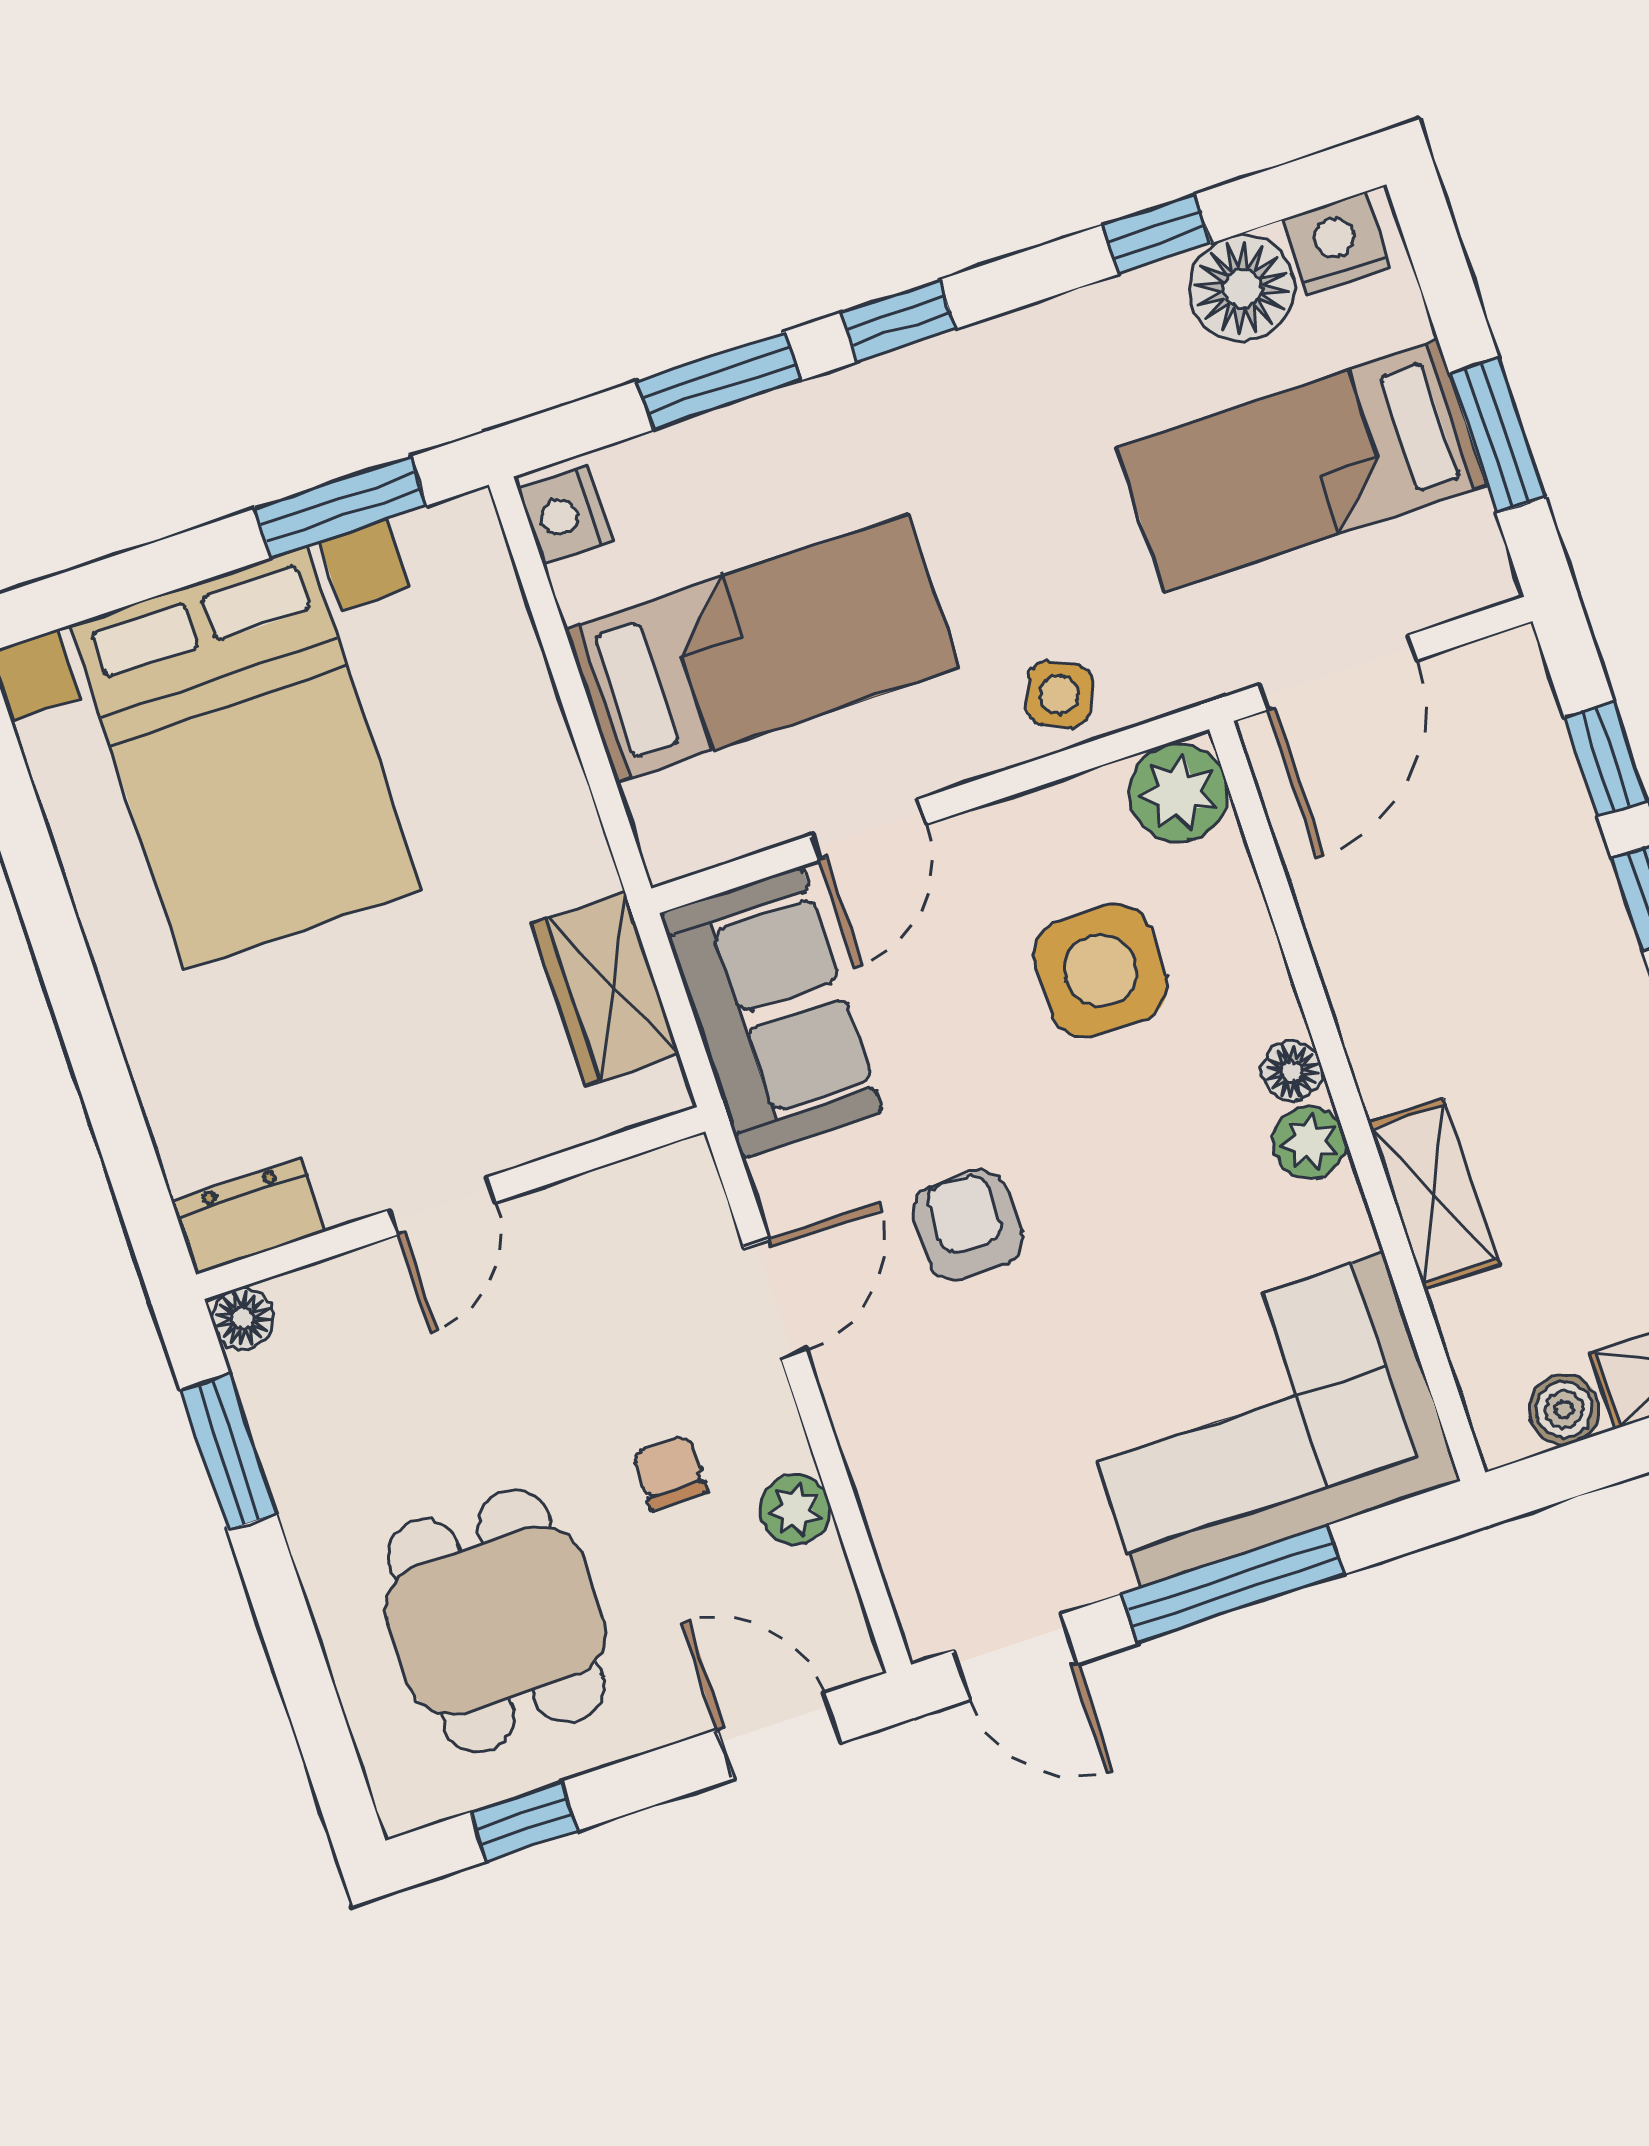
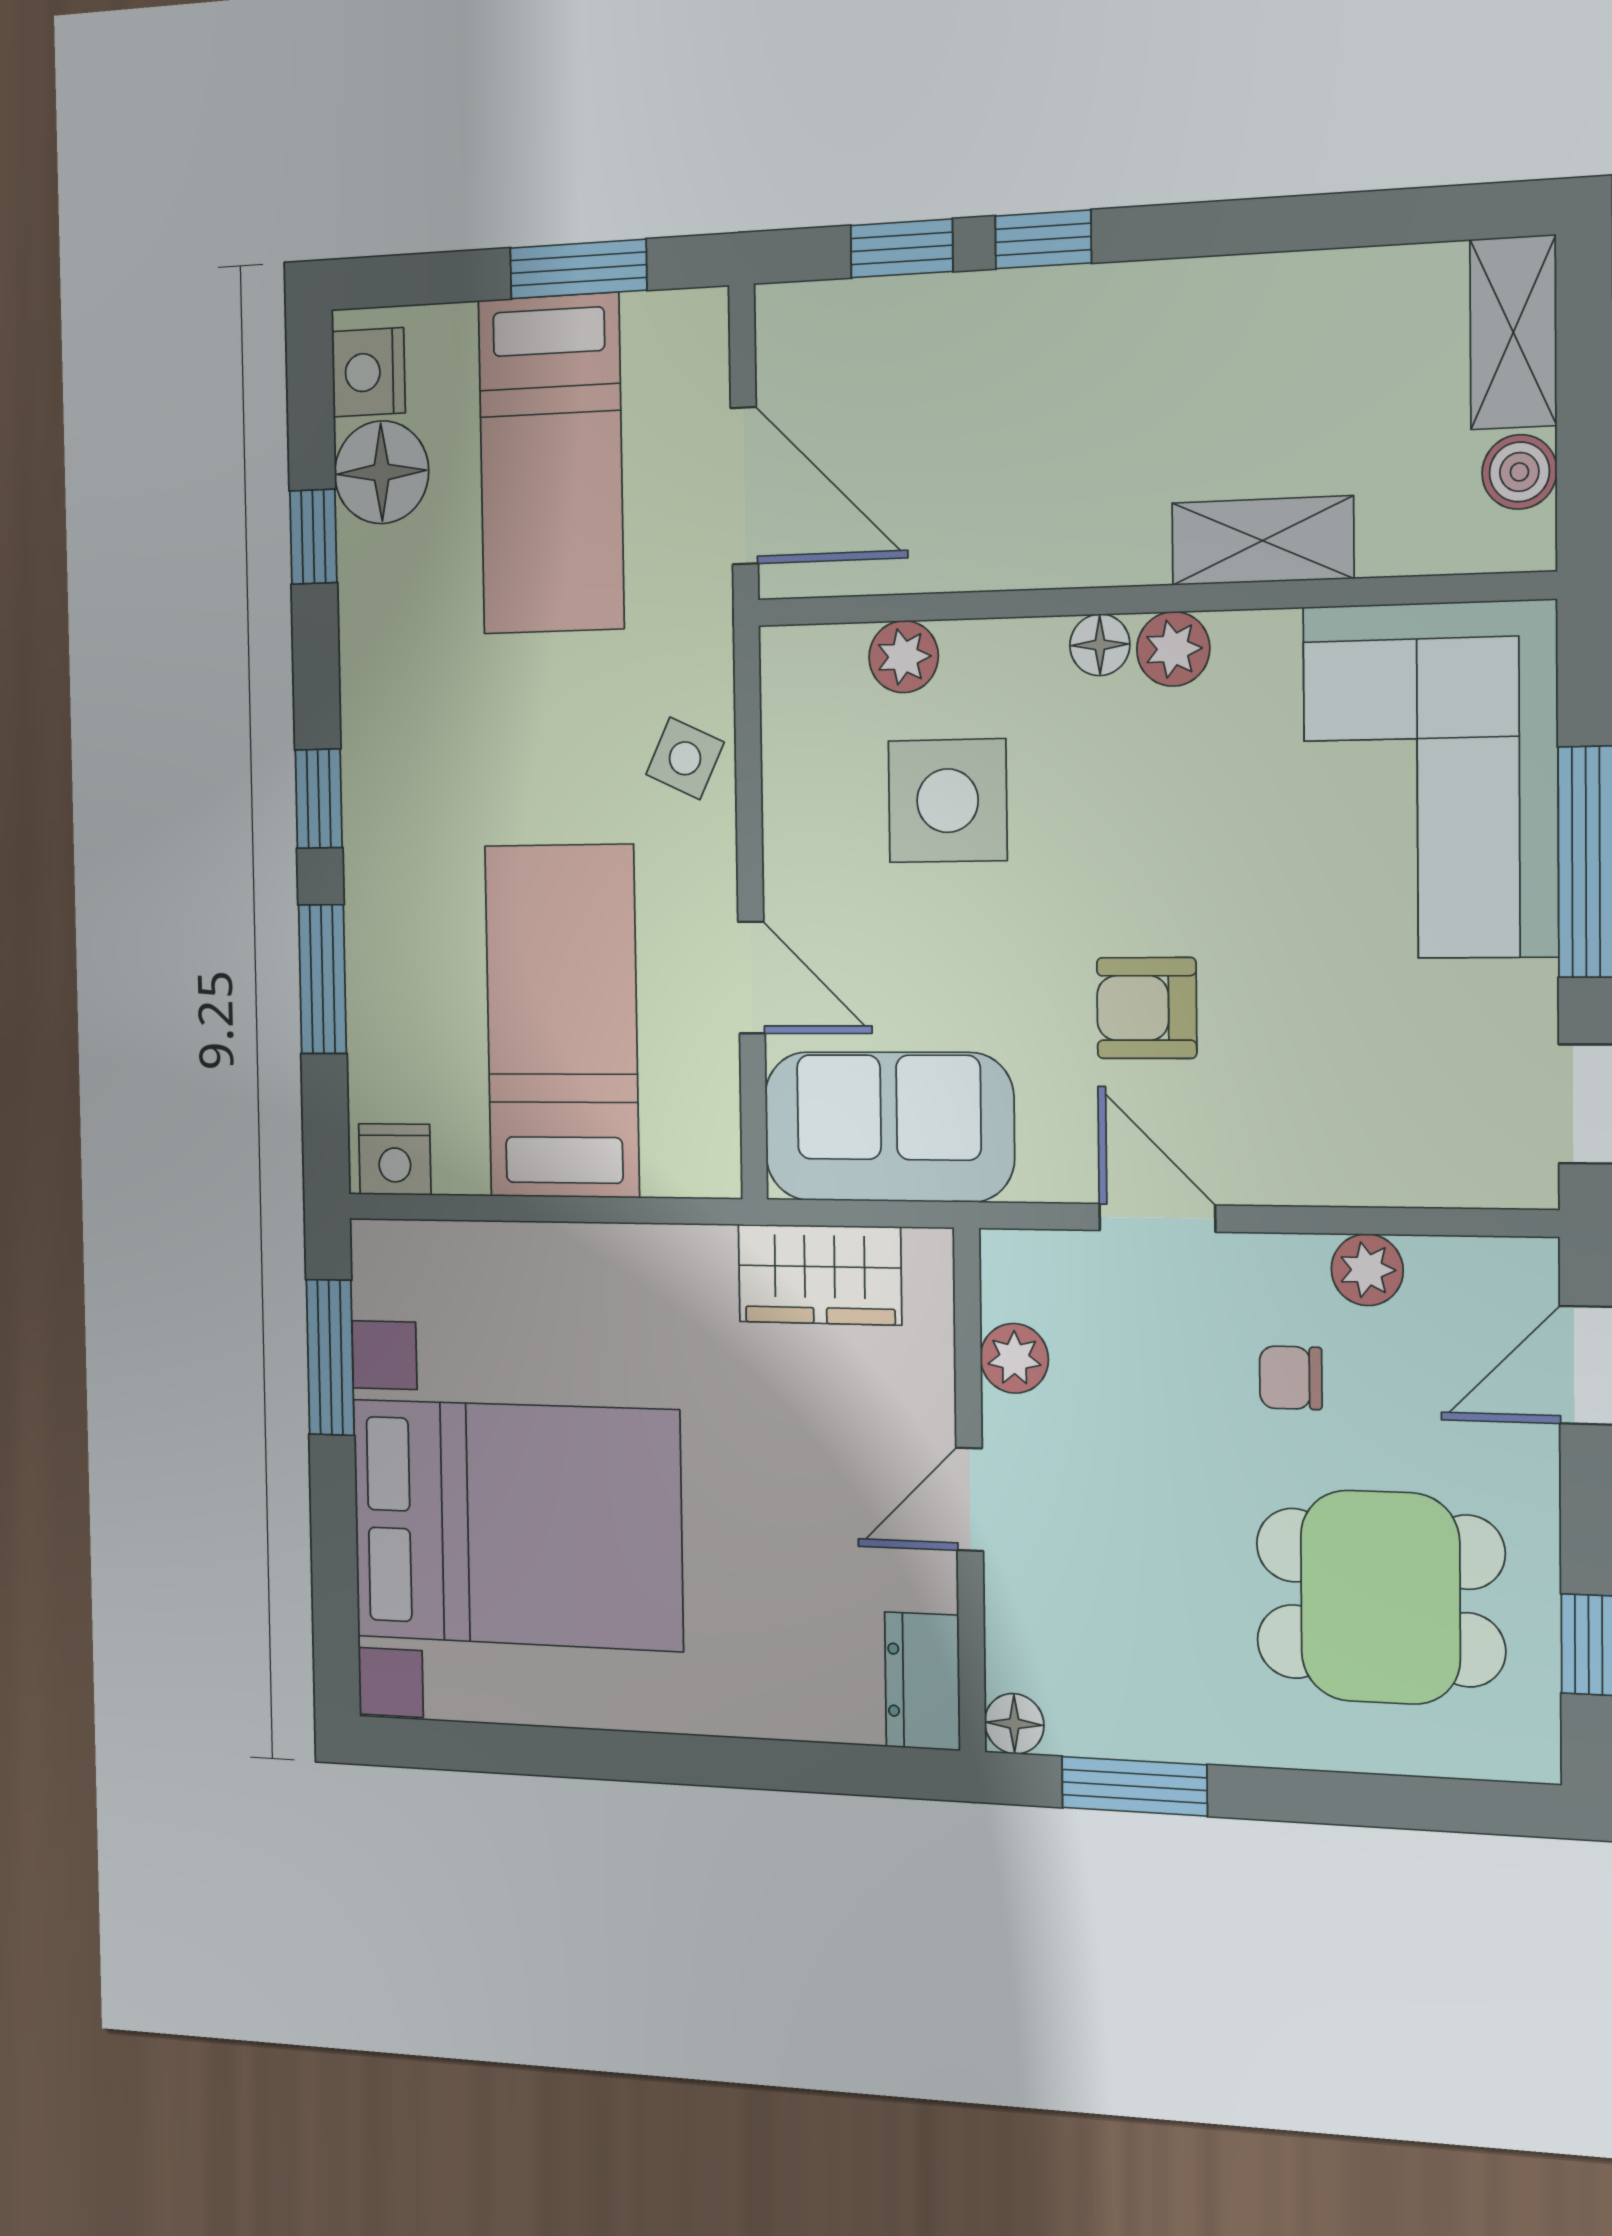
plant: (1179, 793) -> (904, 657), moved, width x0.73, depth x0.73
door: (442, 1206) -> (970, 1499), swing flipped
plant: (593, 1206) -> (1014, 1358), added

